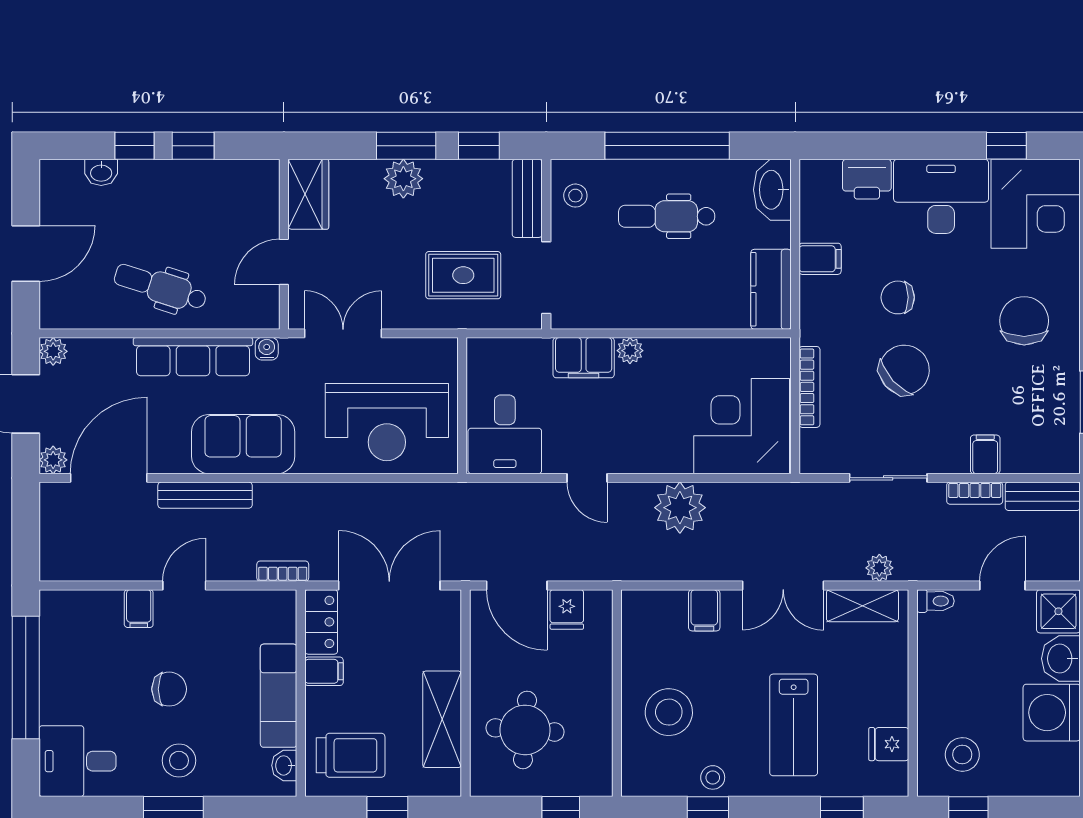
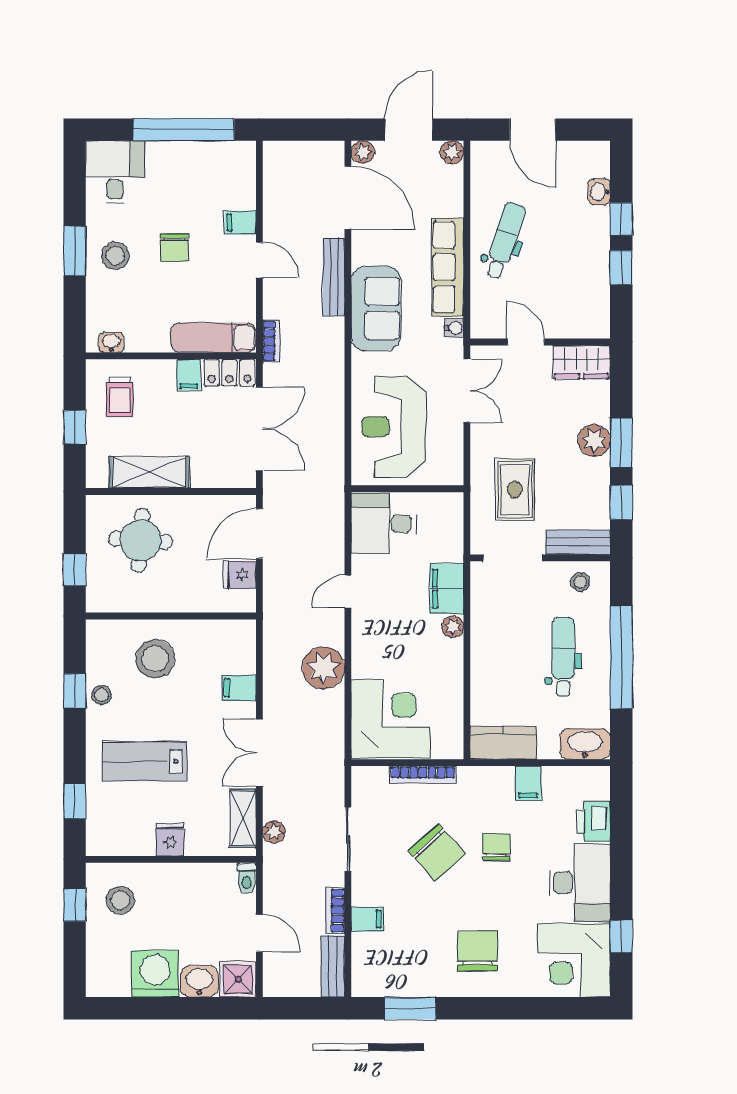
chair: (1024, 321) -> (477, 951), turned -90
exam couch: (279, 696) -> (213, 338), moved
fridge: (889, 744) -> (170, 840), moved
trolley: (351, 755) -> (120, 397), width x0.73, depth x0.72

